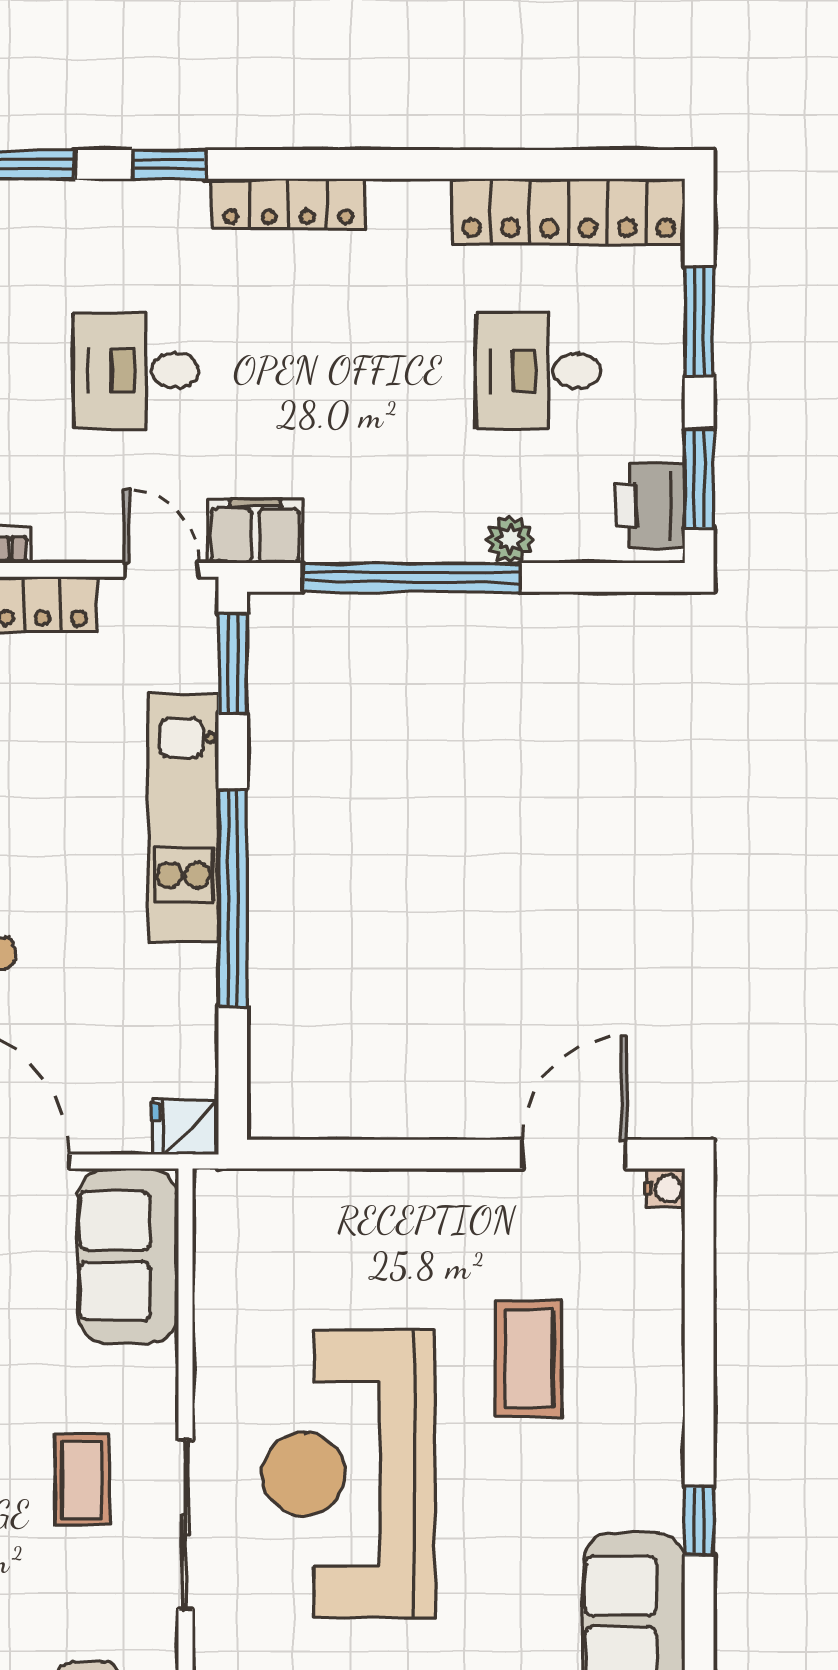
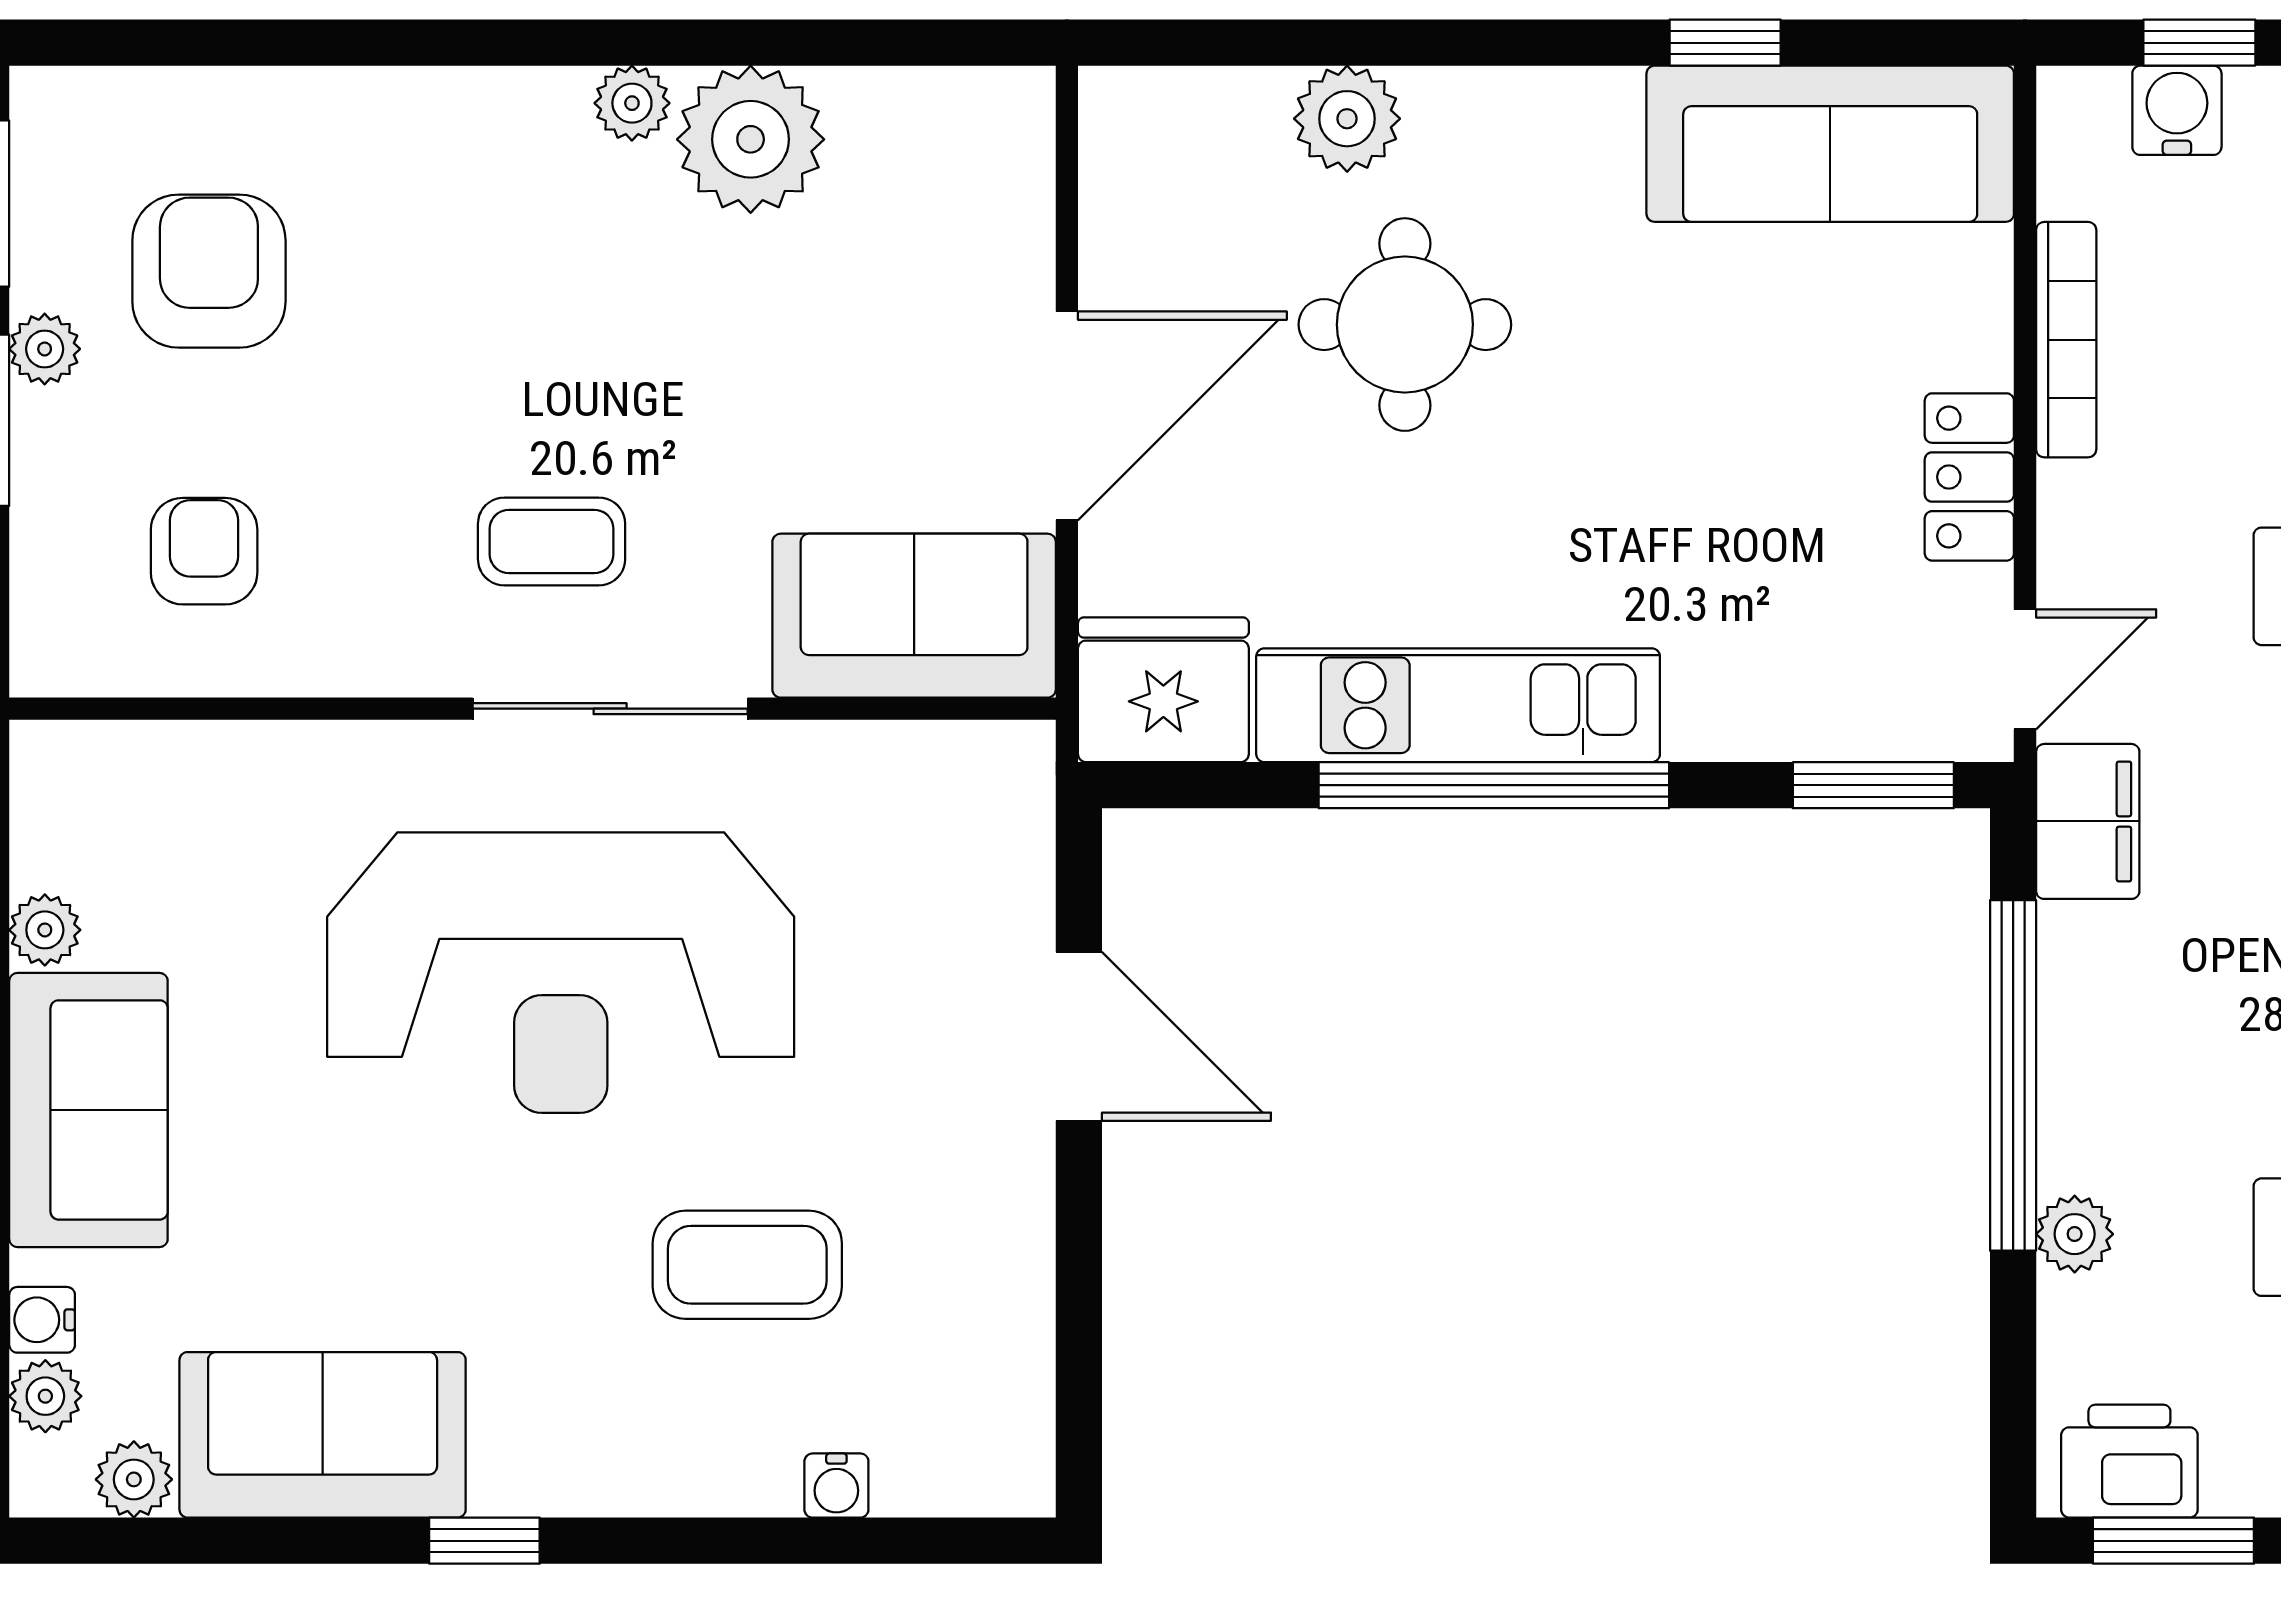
kitchen unit: (183, 818) -> (1458, 705), moved
fridge: (185, 1127) -> (1163, 690), width x1.88, depth x1.34
door: (574, 1154) -> (1079, 1036), moved
water cooler: (665, 1188) -> (836, 1486), moved
reception desk: (348, 1474) -> (561, 973), turned 180
sliding door: (186, 1524) -> (610, 709), moved

